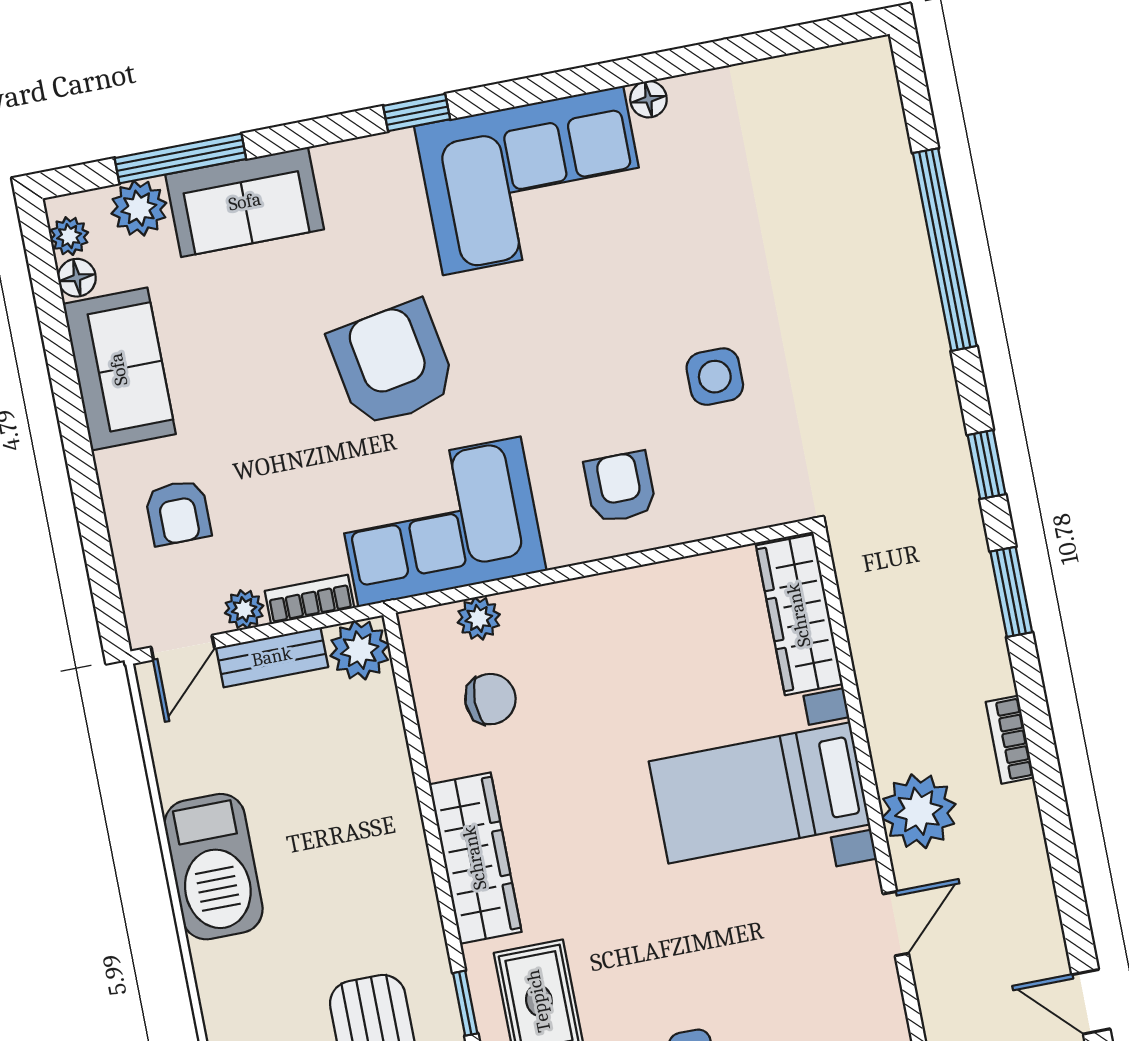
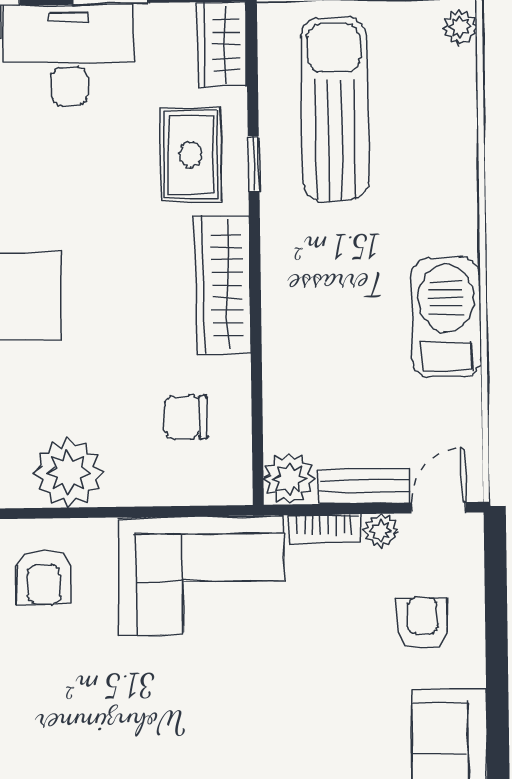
armchair: (392, 364) -> (218, 716), removed
plant: (479, 618) -> (68, 473), moved, width x1.87, depth x1.87

